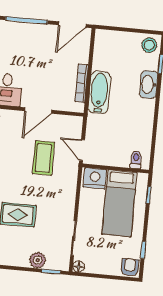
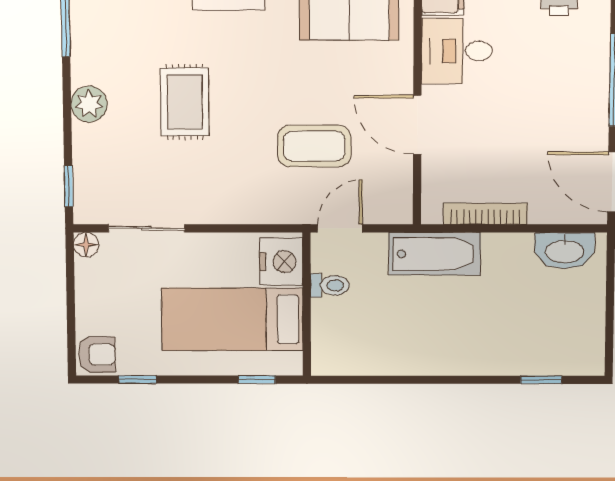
stool: (149, 45) -> (580, 351), removed
washbasin: (149, 85) -> (565, 251), moved, turned 180
bathtub: (99, 92) -> (435, 254), moved
toilet: (136, 160) -> (330, 285), moved
plant: (38, 260) -> (89, 104), moved

